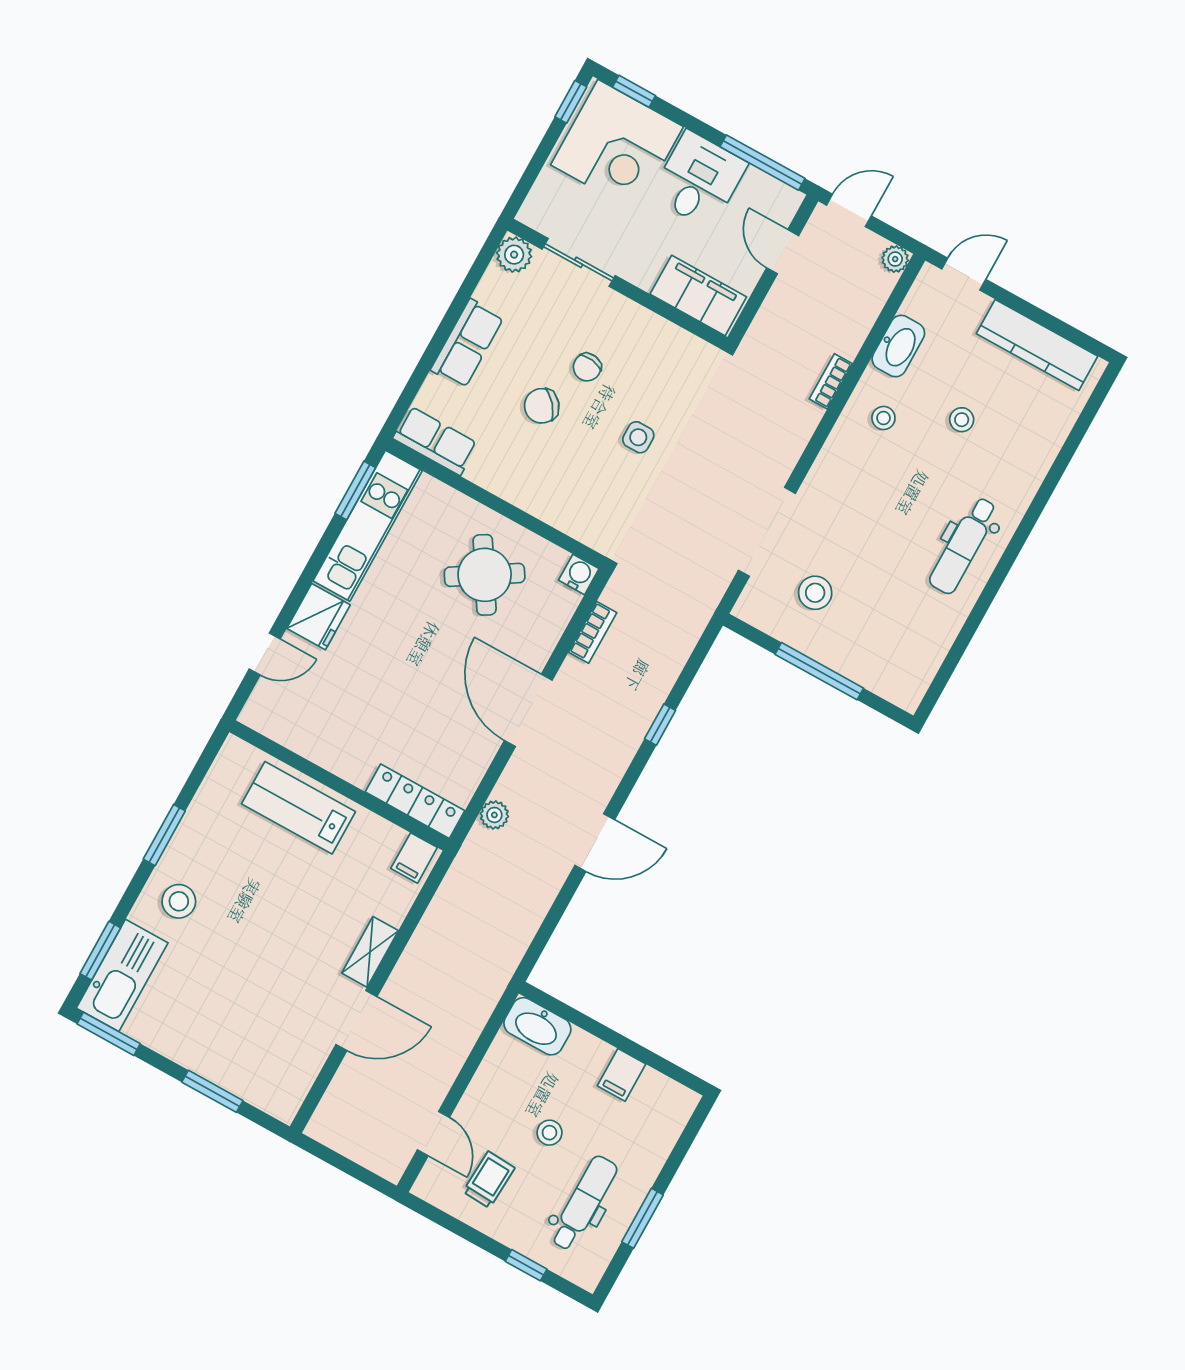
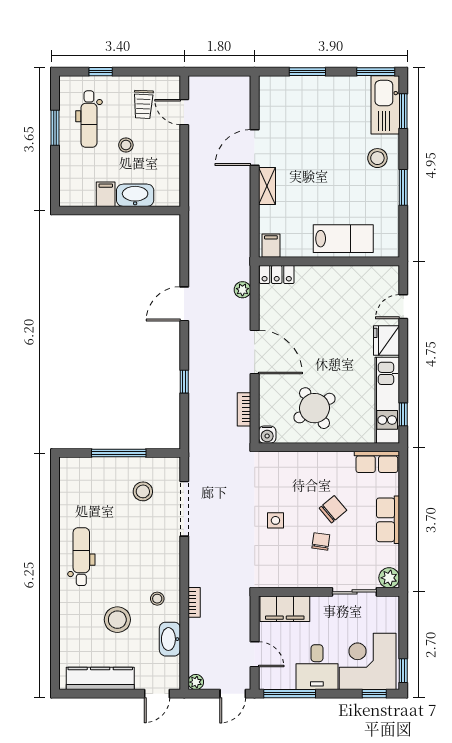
stool: (962, 420) -> (117, 620), width x1.89, depth x1.89
window: (355, 491) -> (403, 414), width x0.67
locker: (415, 801) -> (277, 274), width x0.66
washbasin: (537, 1026) -> (135, 195), moved

